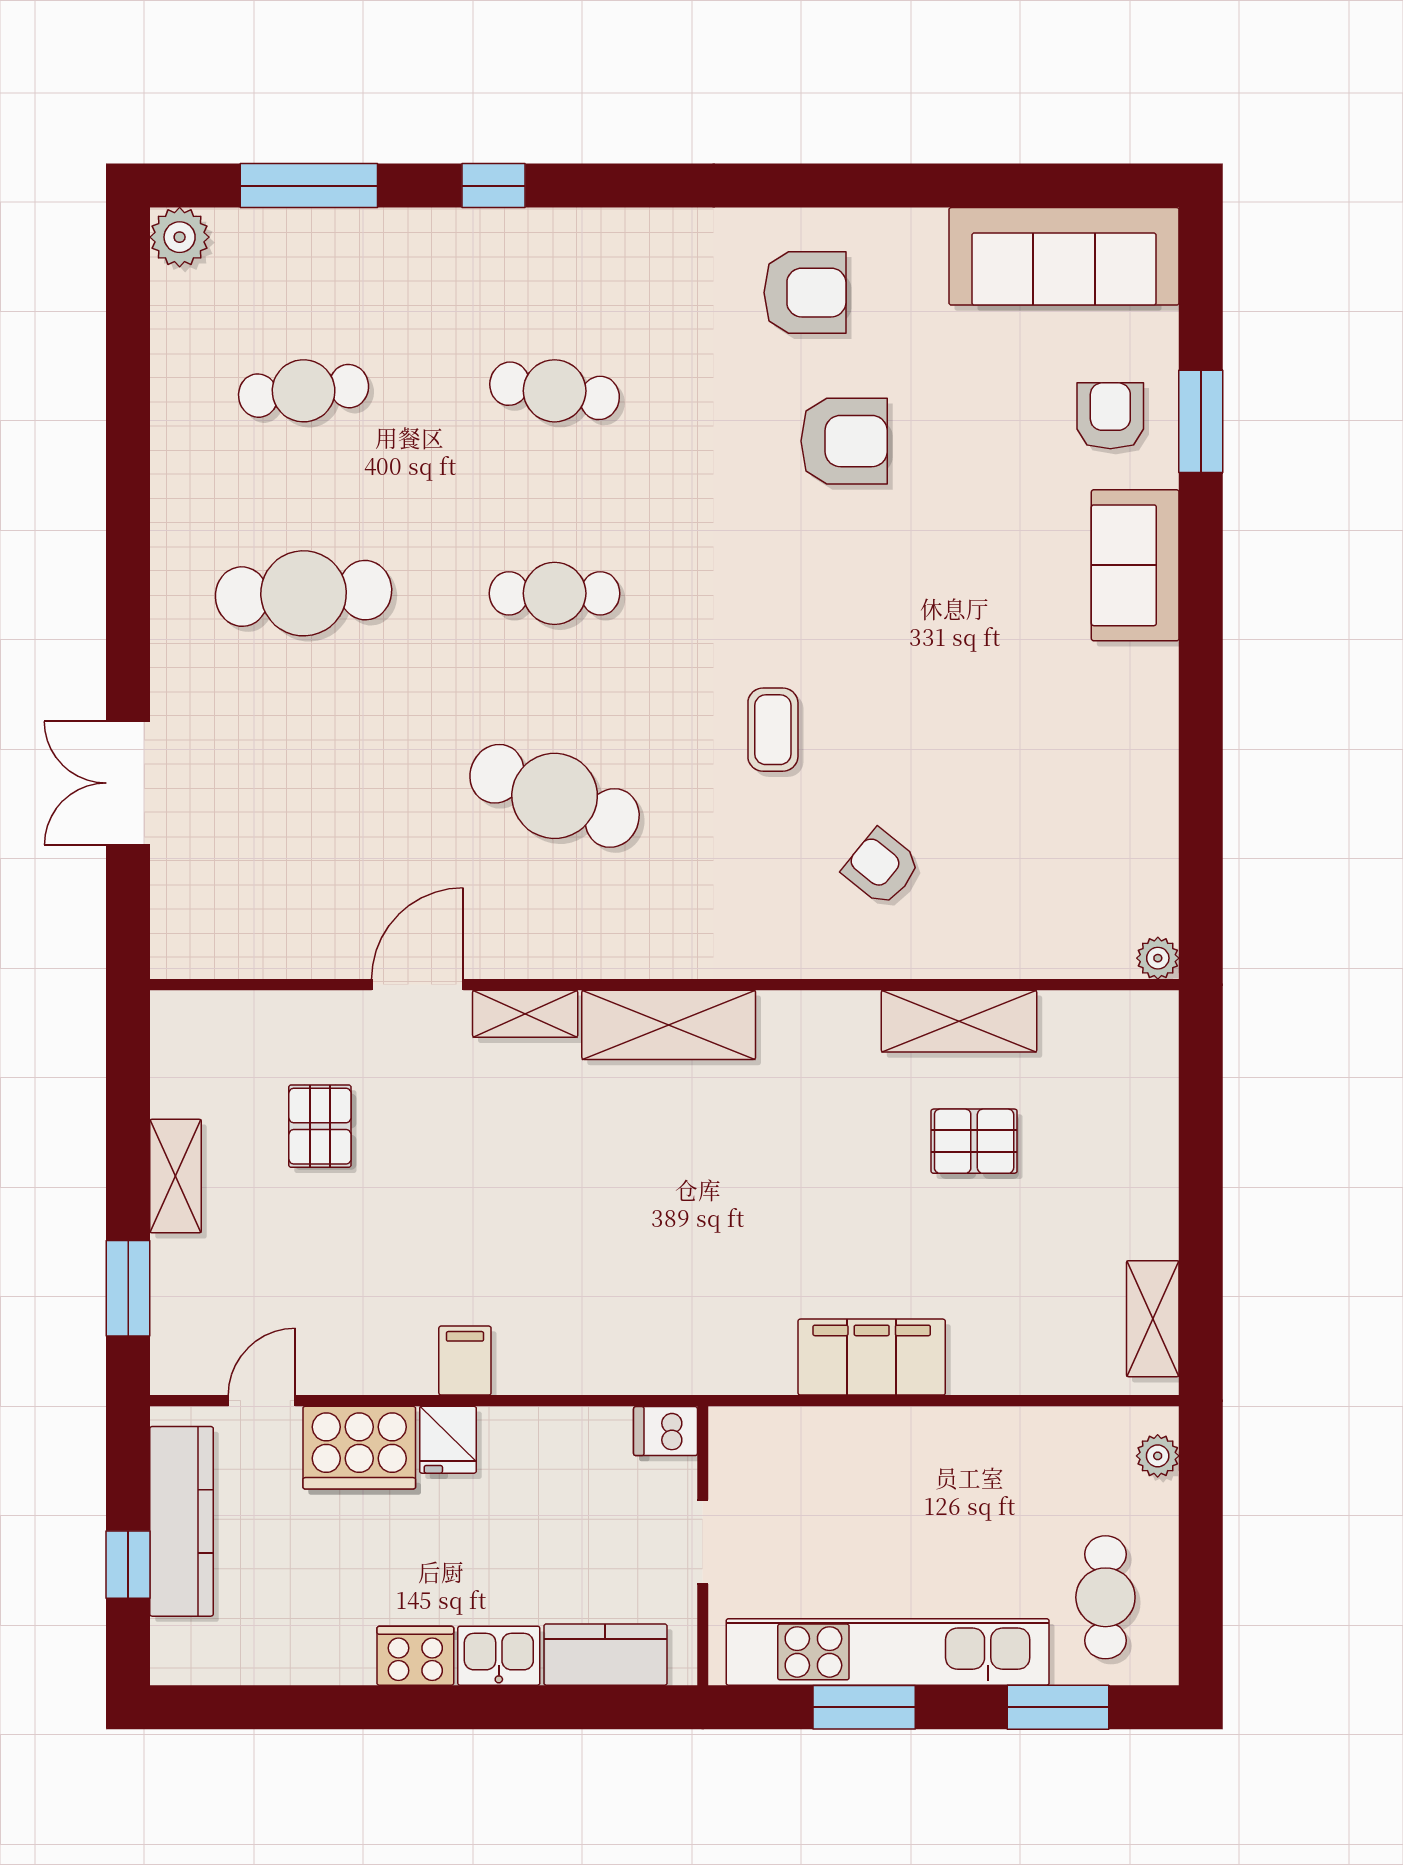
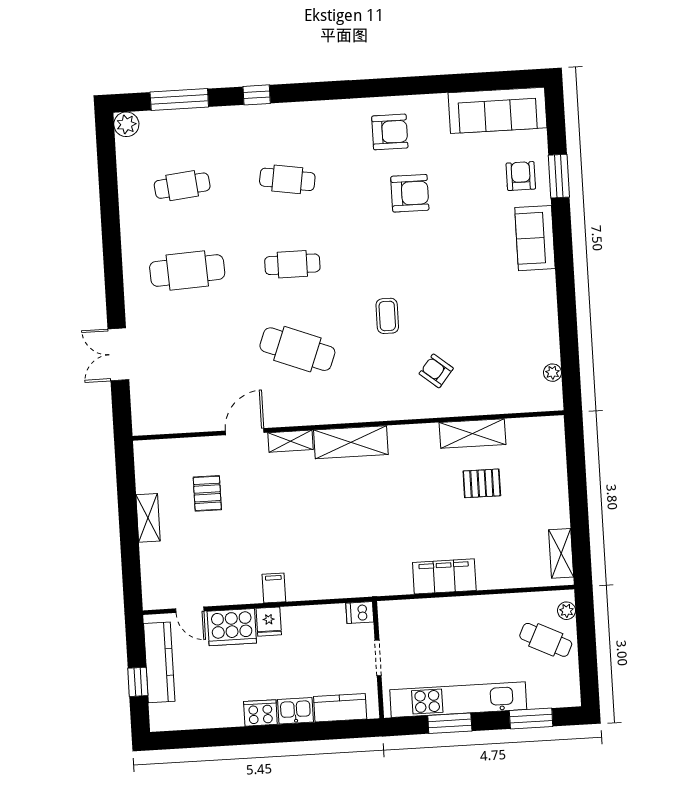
plant: (1158, 958) -> (552, 373), moved
window: (128, 1288) -> (131, 566), removed
door: (262, 1401) -> (190, 610), swing flipped
cafe table: (1105, 1597) -> (546, 640), moved, turned -64

